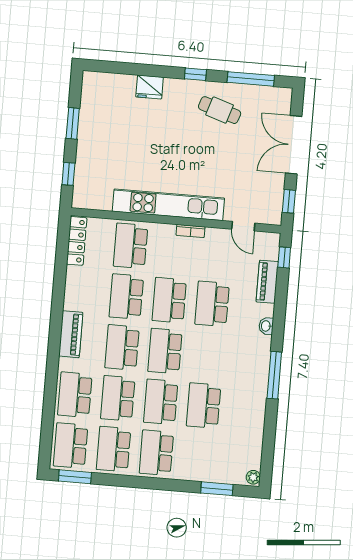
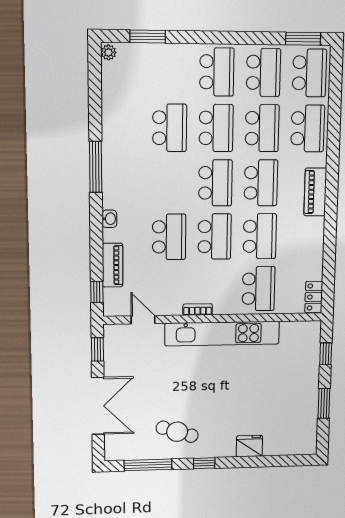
locker: (77, 241) -> (314, 297), width x0.66

